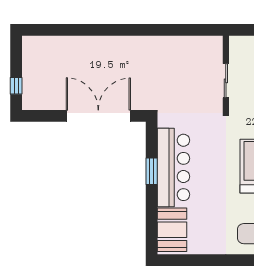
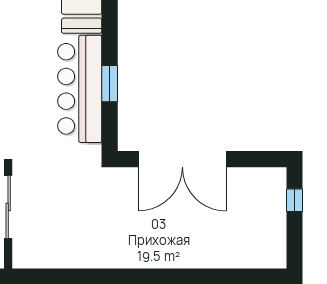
sliding door: (226, 81) -> (8, 207), width x1.37

